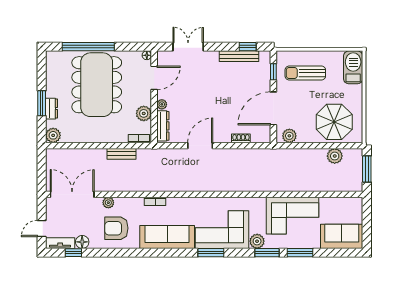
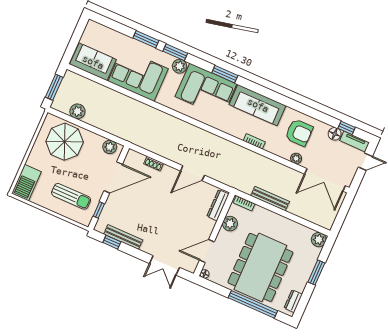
plant: (162, 104) -> (210, 225), removed
dresser: (52, 109) -> (293, 301), moved
bench: (121, 154) -> (270, 199), width x1.36
sofa: (342, 236) -> (93, 62), moved, turned 180

